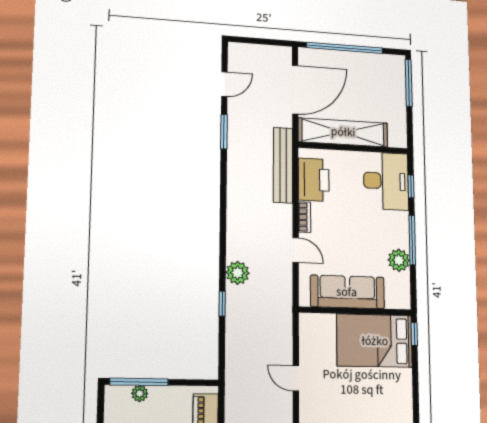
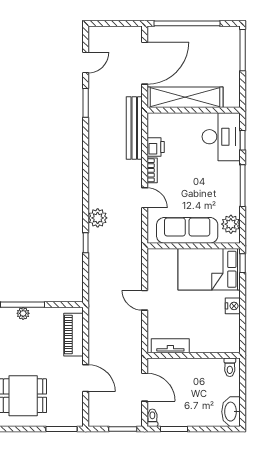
printer: (314, 180) -> (156, 147), width x0.53, depth x0.68
plant: (399, 260) -> (231, 224), moved
nightstand: (404, 387) -> (233, 306), added

